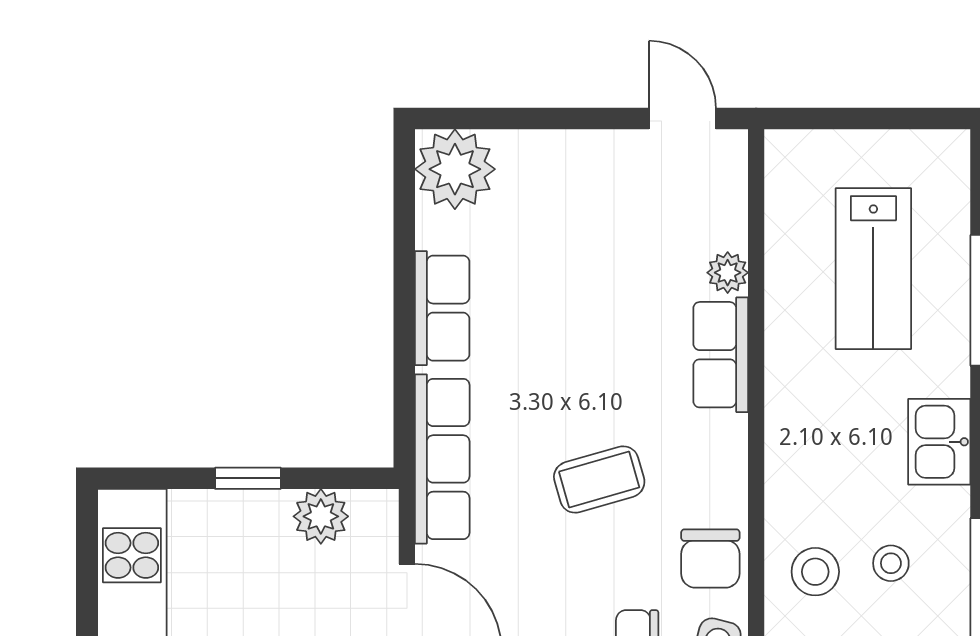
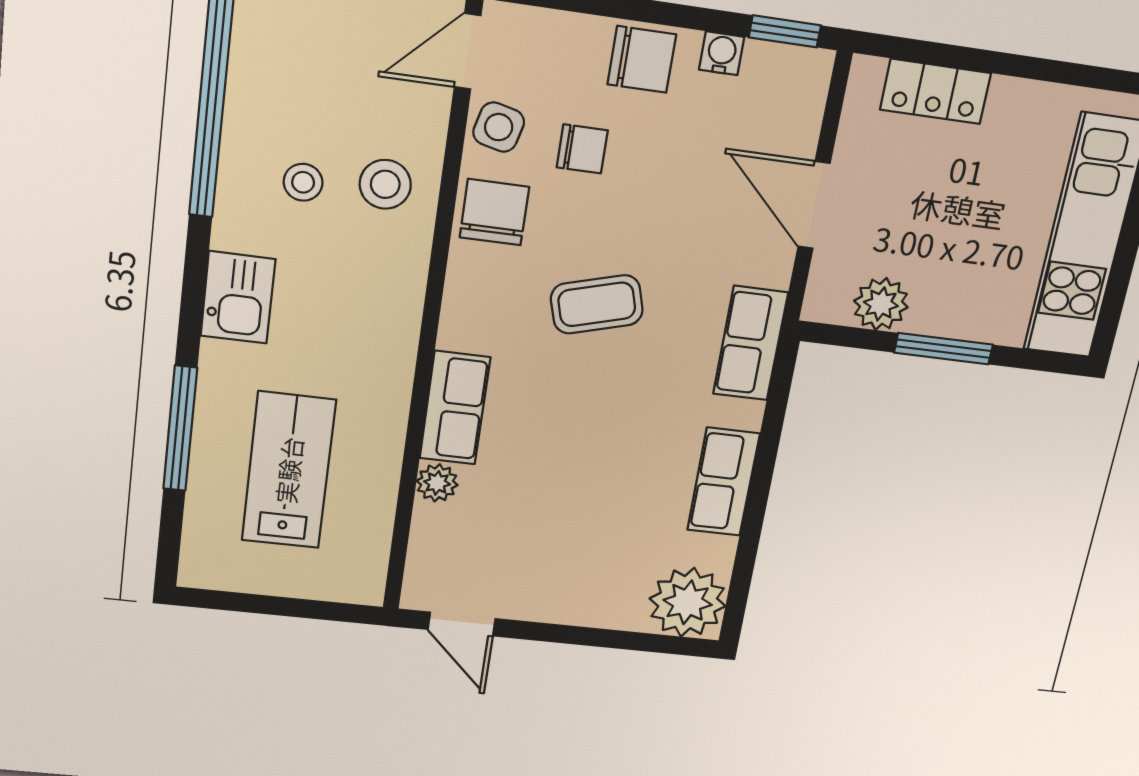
row of seats: (442, 459) -> (750, 343), width x0.68
window: (248, 478) -> (944, 349), width x1.50

